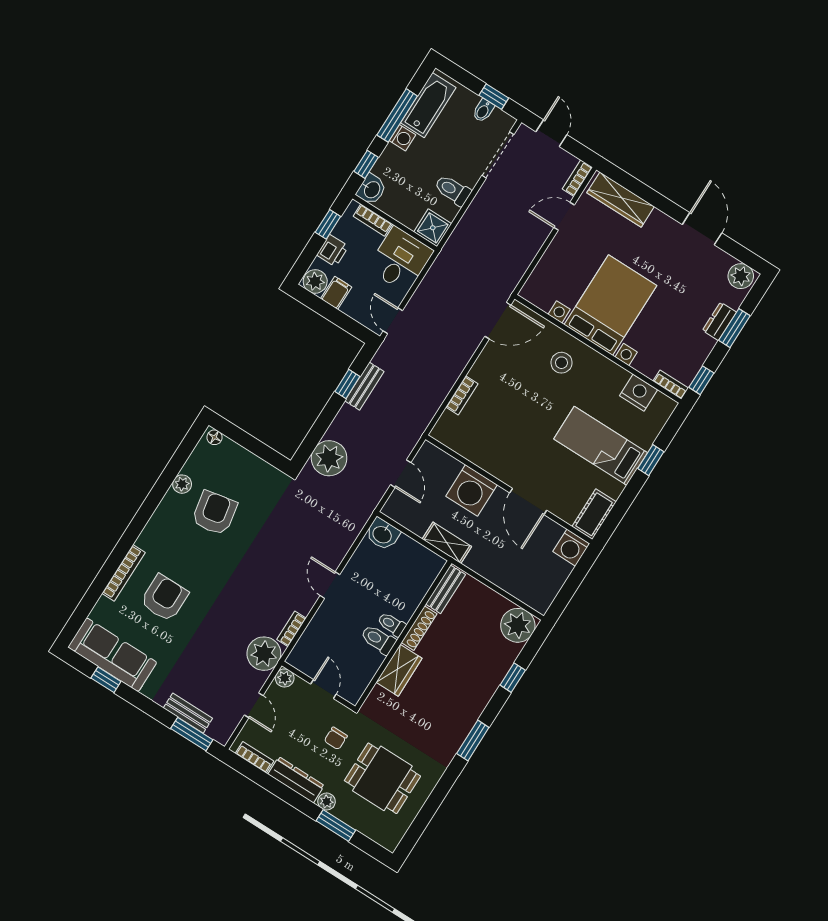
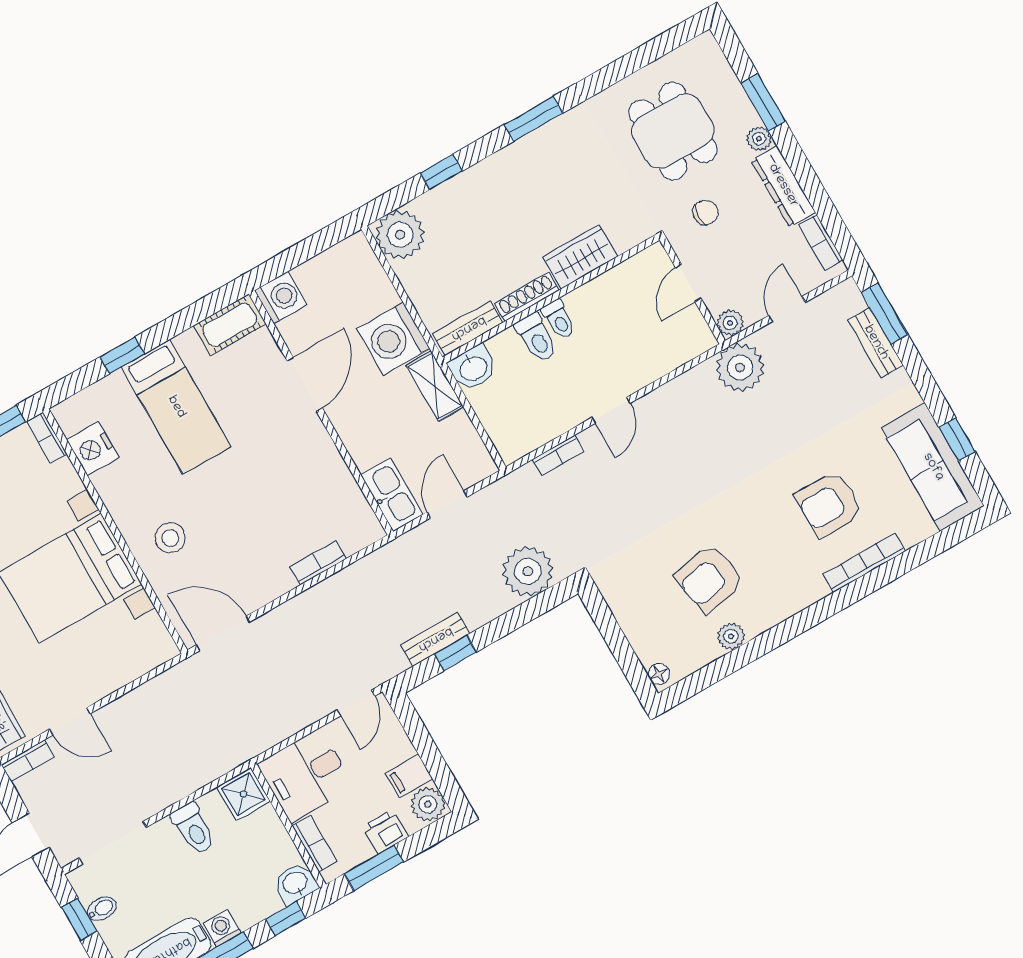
window: (328, 224) -> (374, 868), width x1.50
kitchen sink: (438, 461) -> (392, 495), added
washing machine: (472, 490) -> (393, 339), moved, turned 180
washbasin: (382, 534) -> (473, 368), moved, turned 90
bookcase: (291, 629) -> (558, 455), moved
toilet: (378, 639) -> (536, 338), moved

